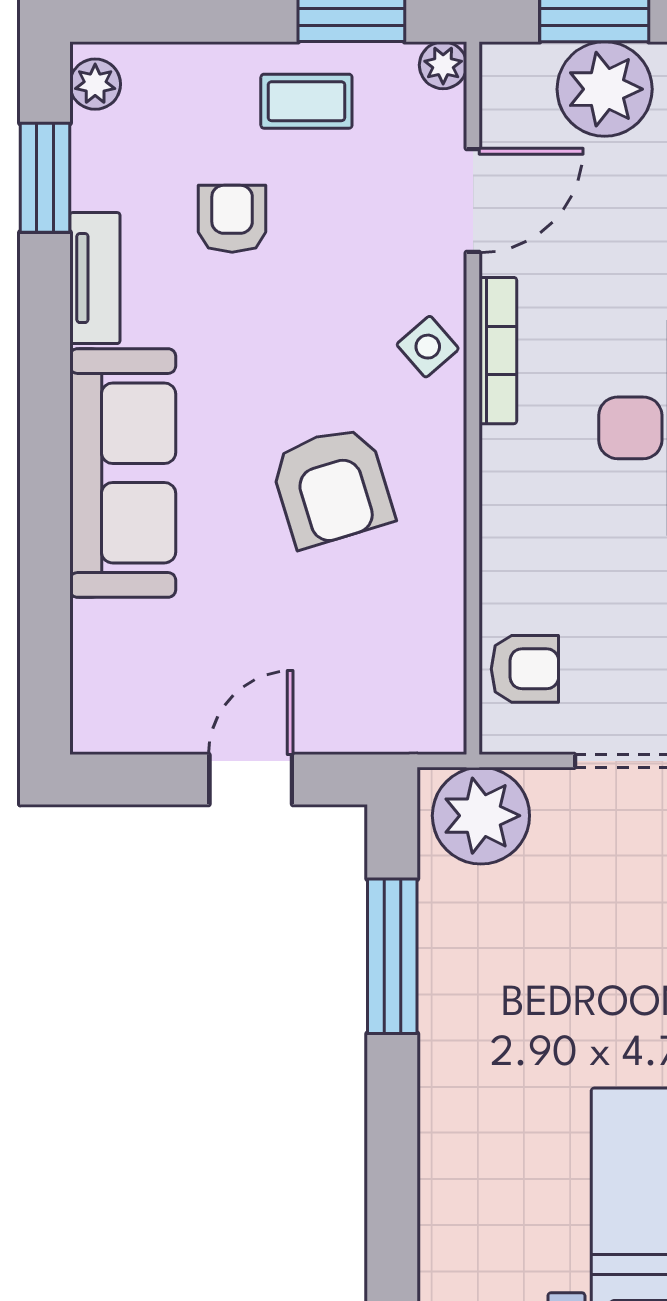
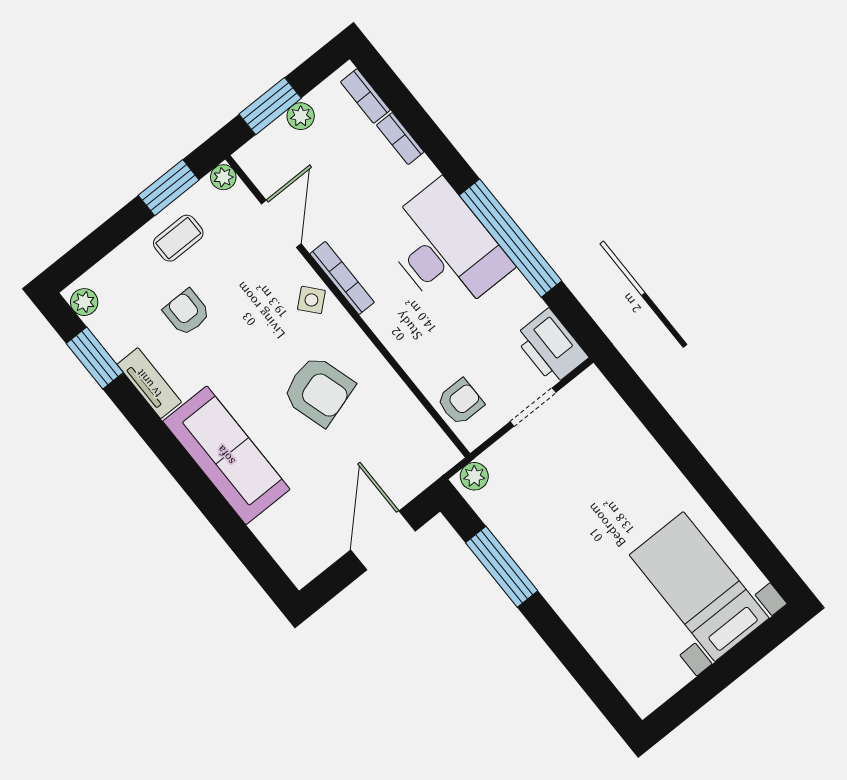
plant: (605, 89) -> (301, 116), width x0.53, depth x0.53
door: (251, 780) -> (383, 540), width x1.38
plant: (481, 816) -> (474, 476), width x0.53, depth x0.53

